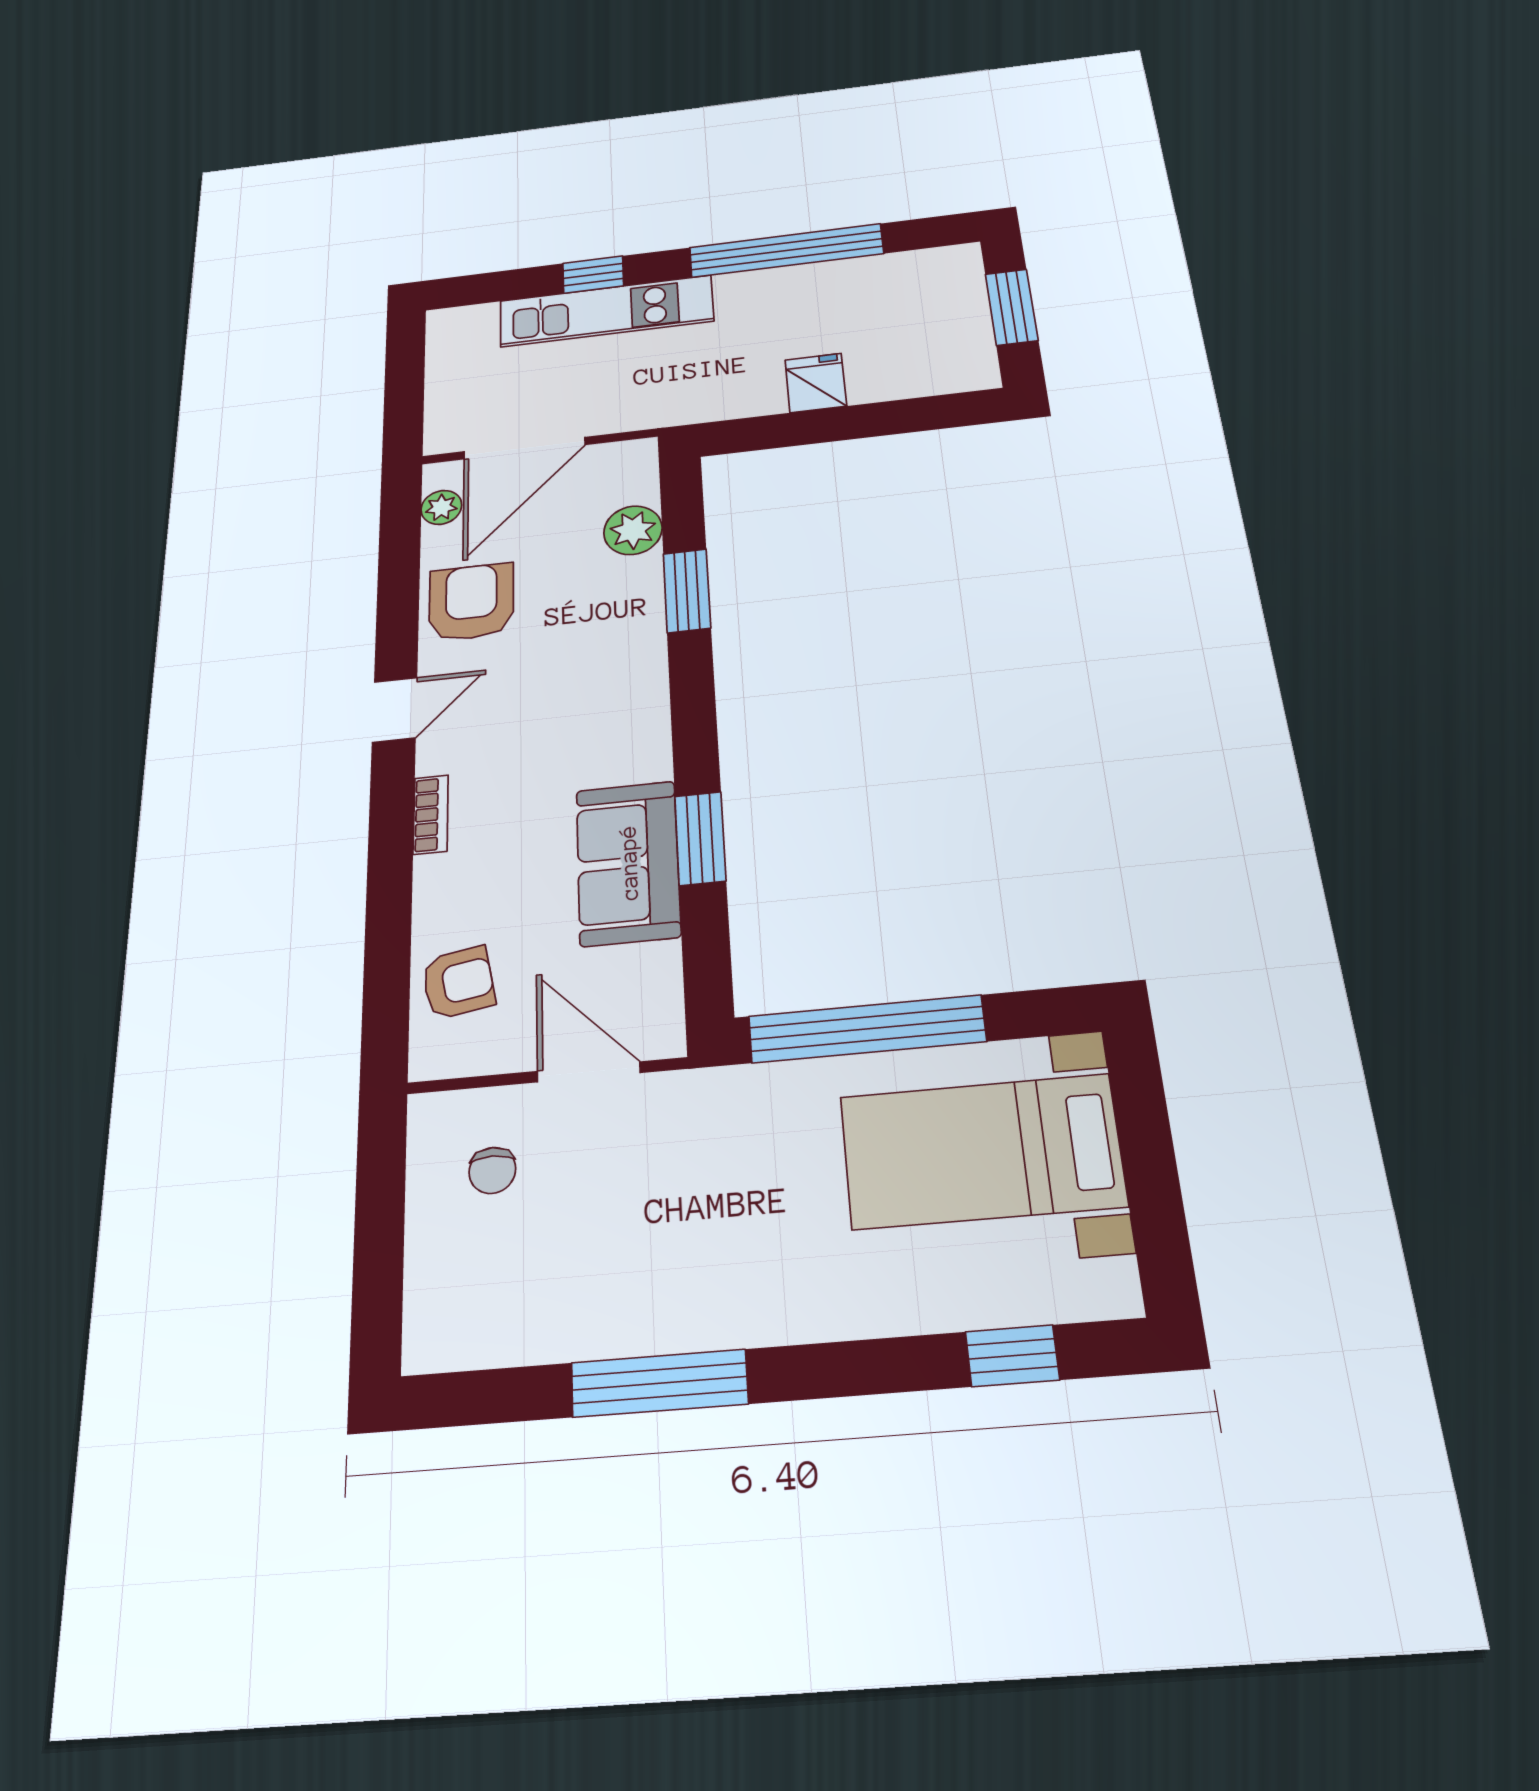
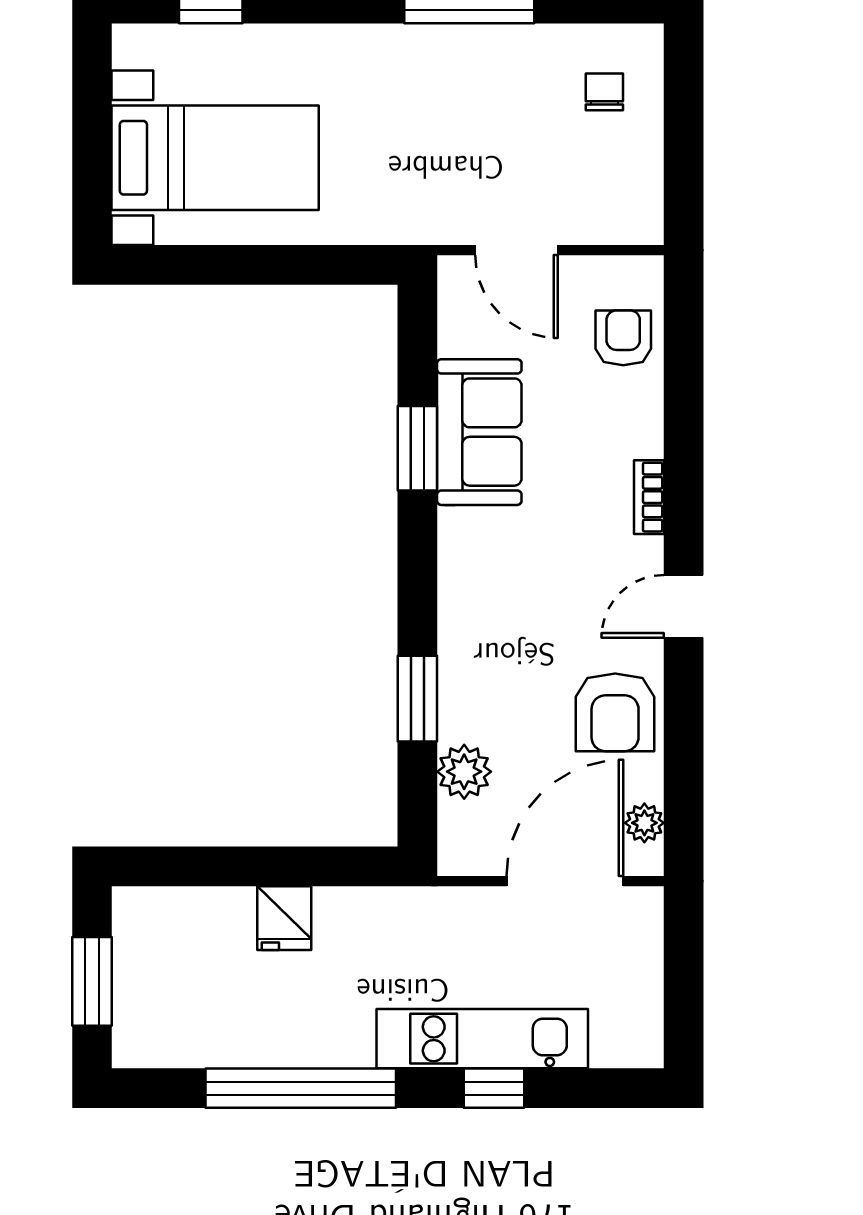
armchair: (458, 983) -> (623, 338), turned 100
window: (867, 1029) -> (293, 265), removed
chair: (492, 1170) -> (604, 92), moved

